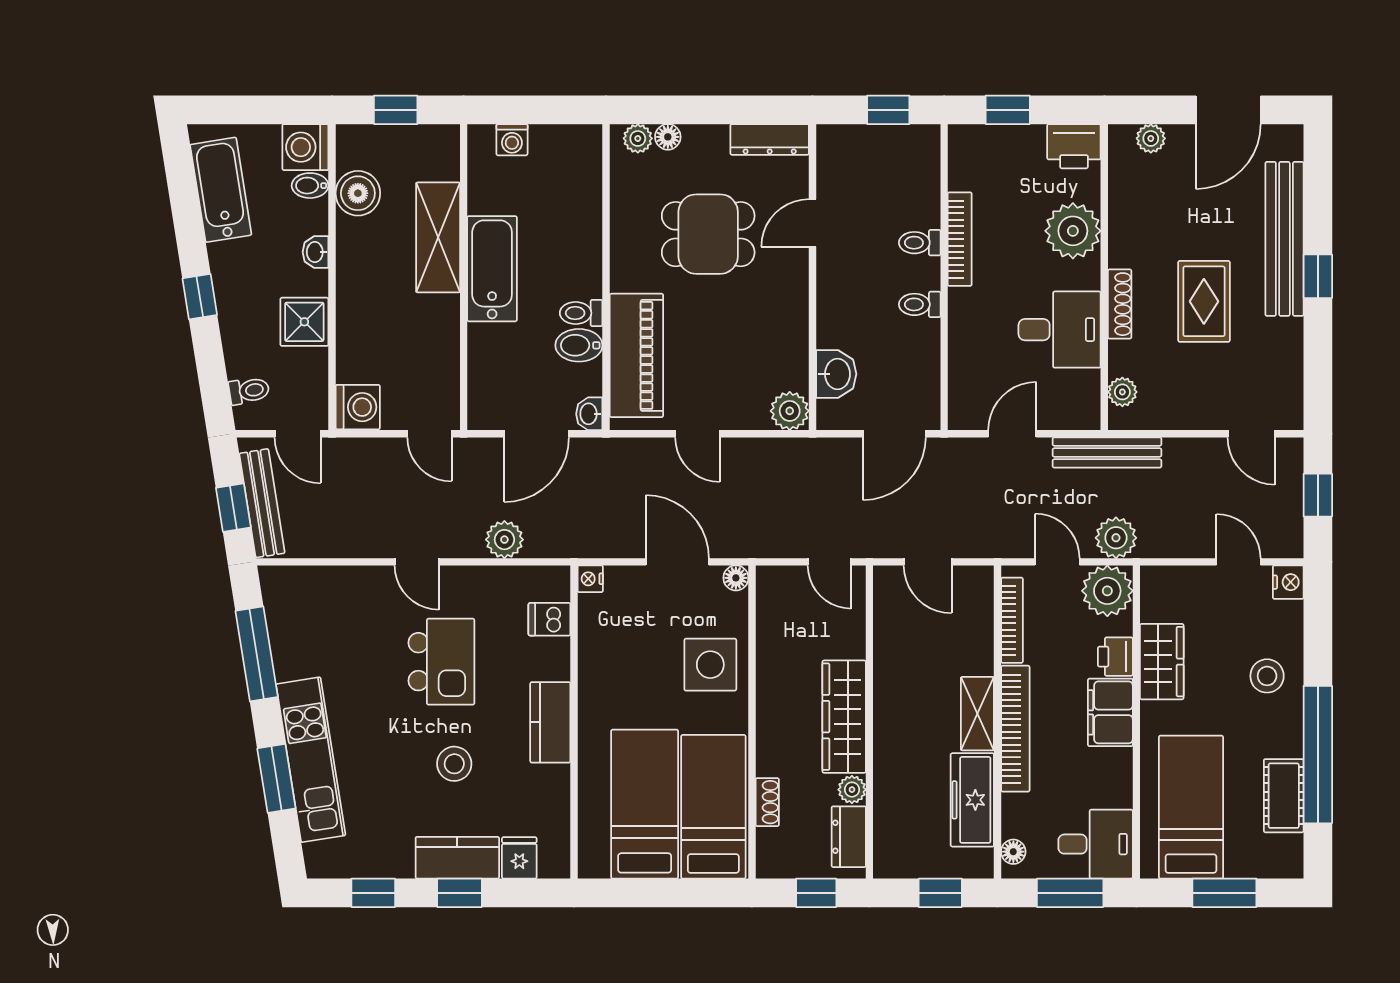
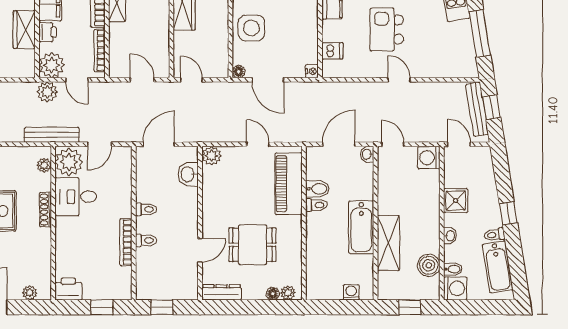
plant: (1073, 231) -> (69, 162), moved
toilet: (249, 391) -> (494, 235), moved
washbasin: (589, 414) -> (367, 154), moved, turned 180
plant: (504, 540) -> (355, 91), removed

